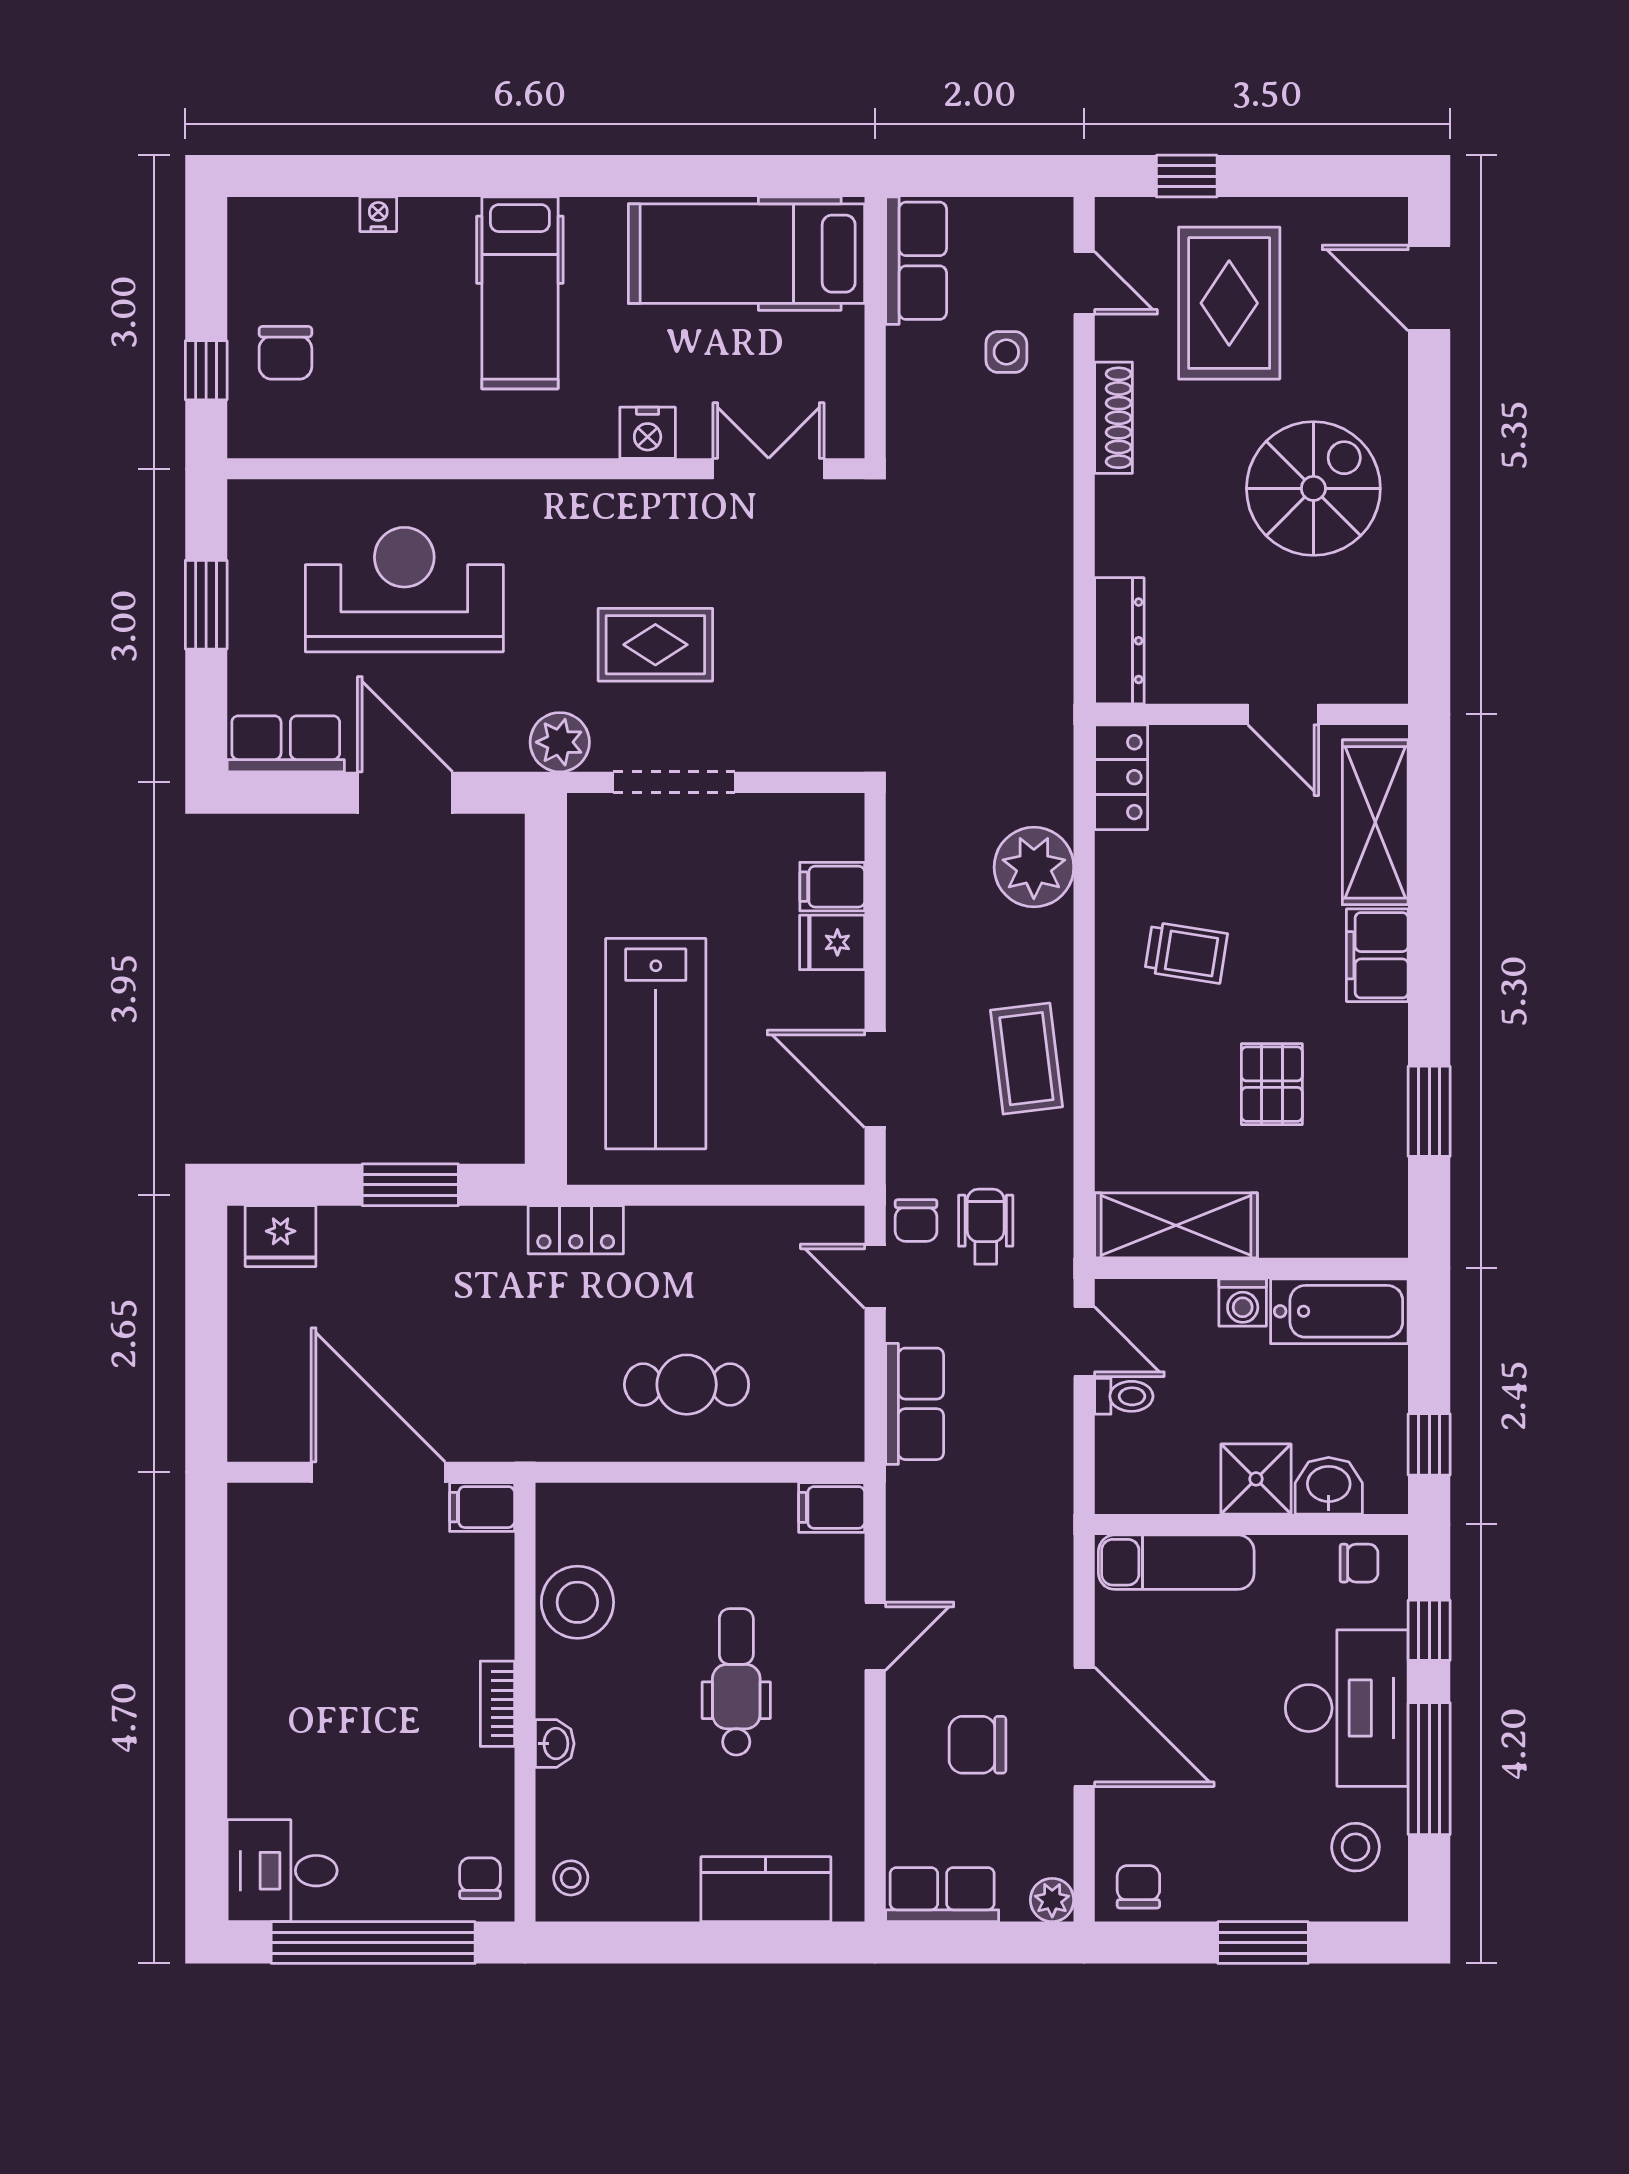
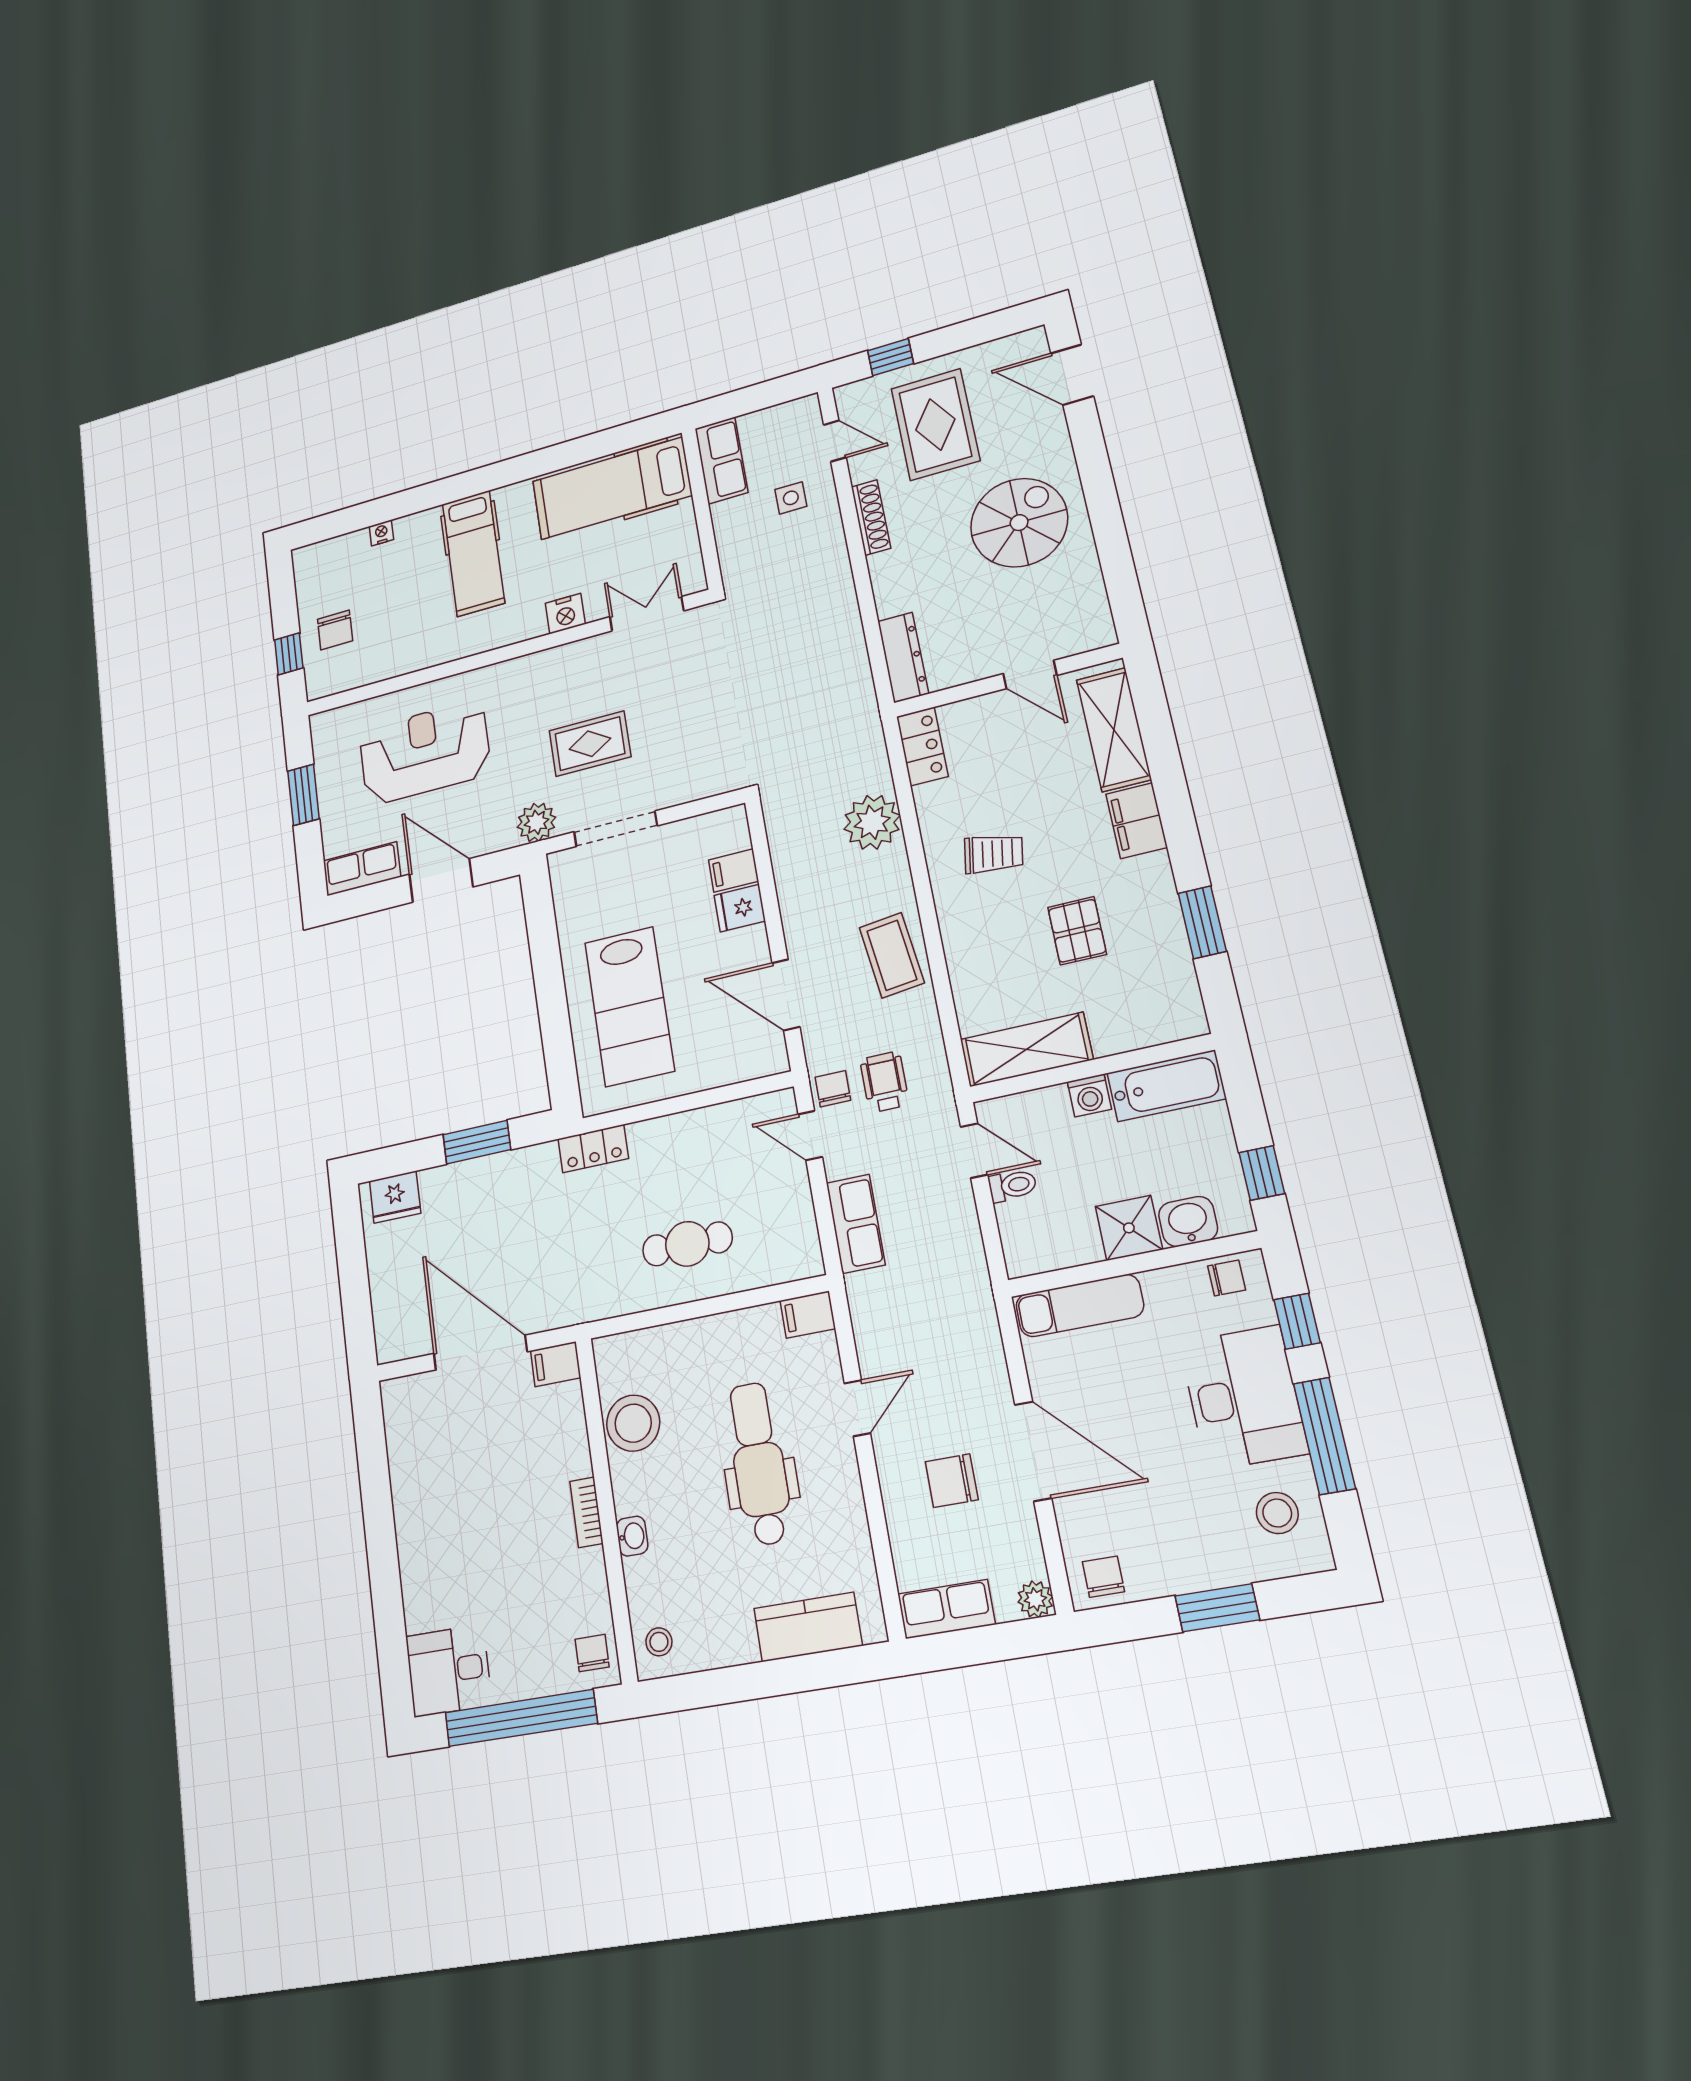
chair: (916, 1220) -> (833, 1089), turned 180
dental chair: (736, 1682) -> (759, 1463), width x1.36, depth x1.38

